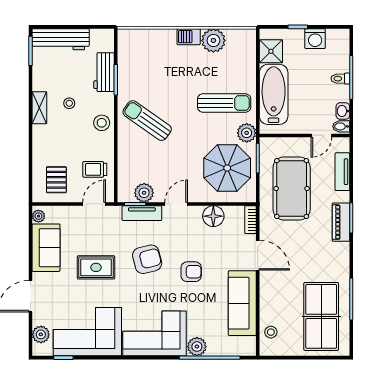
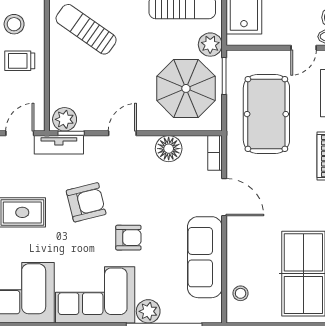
stool: (102, 123) -> (14, 24), moved
trolley: (95, 169) -> (20, 61), moved
plant: (144, 193) -> (65, 119), moved
tv unit: (142, 213) -> (59, 145), moved
armchair: (191, 272) -> (128, 238), moved

